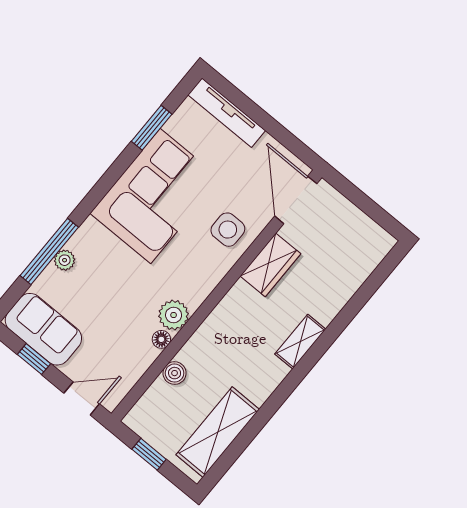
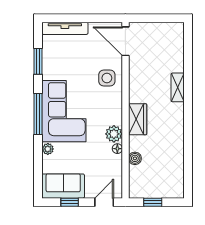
corner sofa: (155, 196) -> (64, 111), moved
window: (49, 251) -> (38, 114), moved
wardrobe: (270, 265) -> (138, 119), moved
shelving: (300, 342) -> (178, 87), moved
shelving: (218, 432) -> (174, 168), removed

